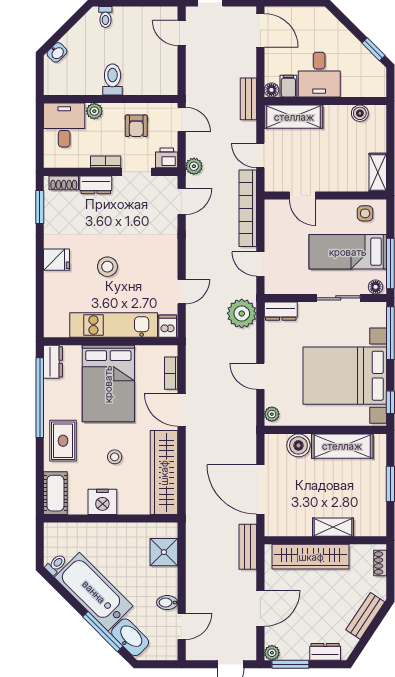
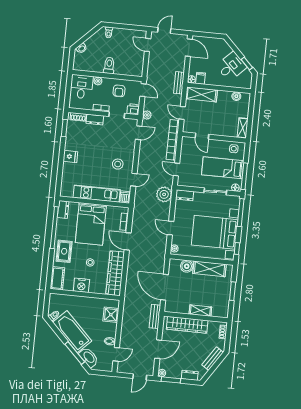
desk: (319, 75) -> (231, 66), moved, turned -135
stool: (107, 267) -> (118, 164), moved

